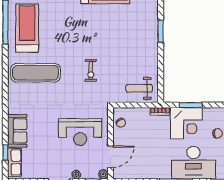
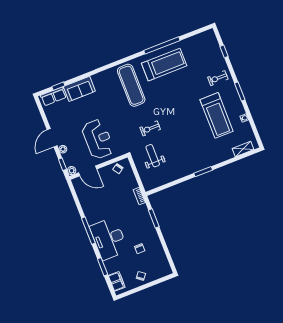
weight bench: (139, 88) -> (153, 156), moved
corner desk: (186, 123) -> (138, 221), removed
reception desk: (80, 132) -> (98, 139), turned 180

